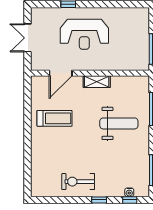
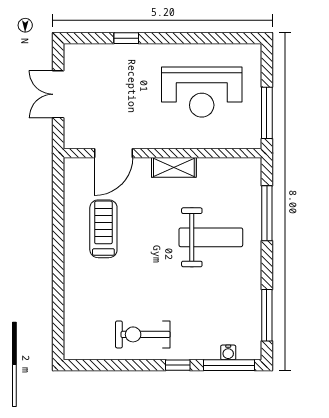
reception desk: (84, 34) -> (202, 92), moved
treadmill: (55, 118) -> (103, 229), turned -90
window: (130, 200) -> (229, 365), width x2.17

